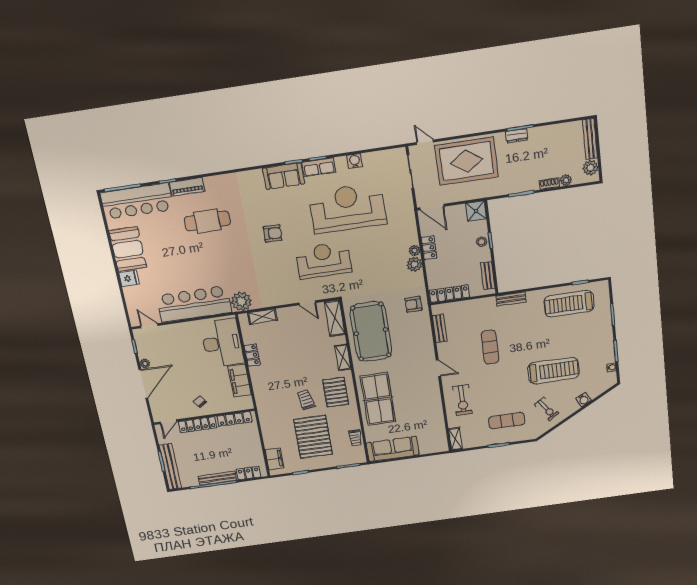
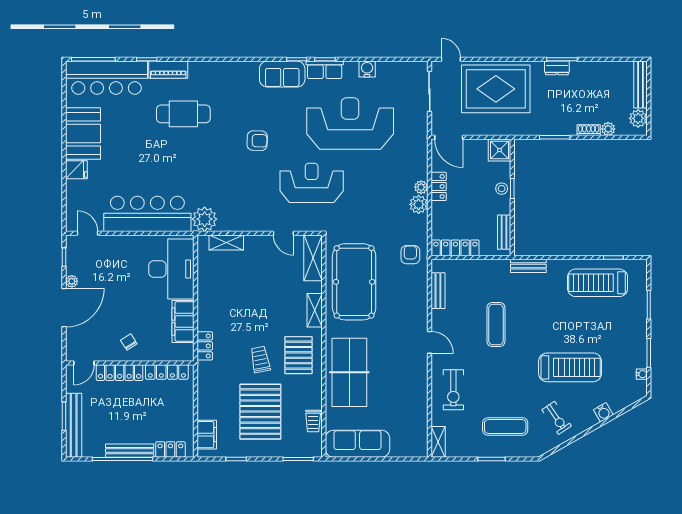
armchair: (413, 304) -> (410, 255), turned 90
locker: (252, 355) -> (205, 346), moved

